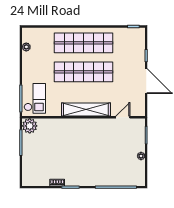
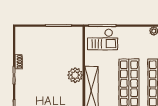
plant: (30, 126) -> (75, 75), moved

